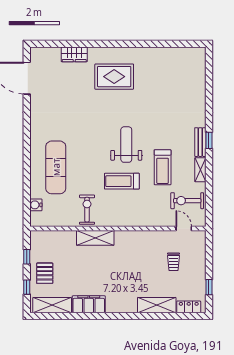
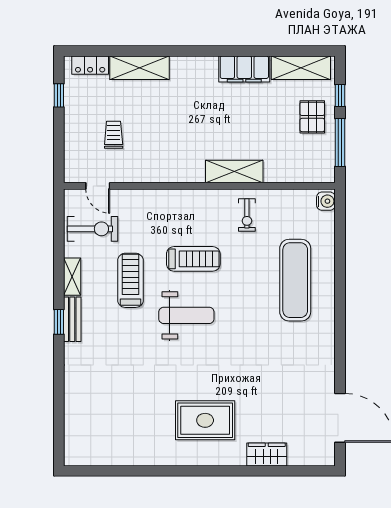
weight bench: (126, 145) -> (186, 315), turned -90
water cooler: (36, 205) -> (326, 201), moved
exercise bike: (87, 210) -> (247, 215), width x0.73, depth x0.72
window: (27, 257) -> (340, 142), width x2.17

